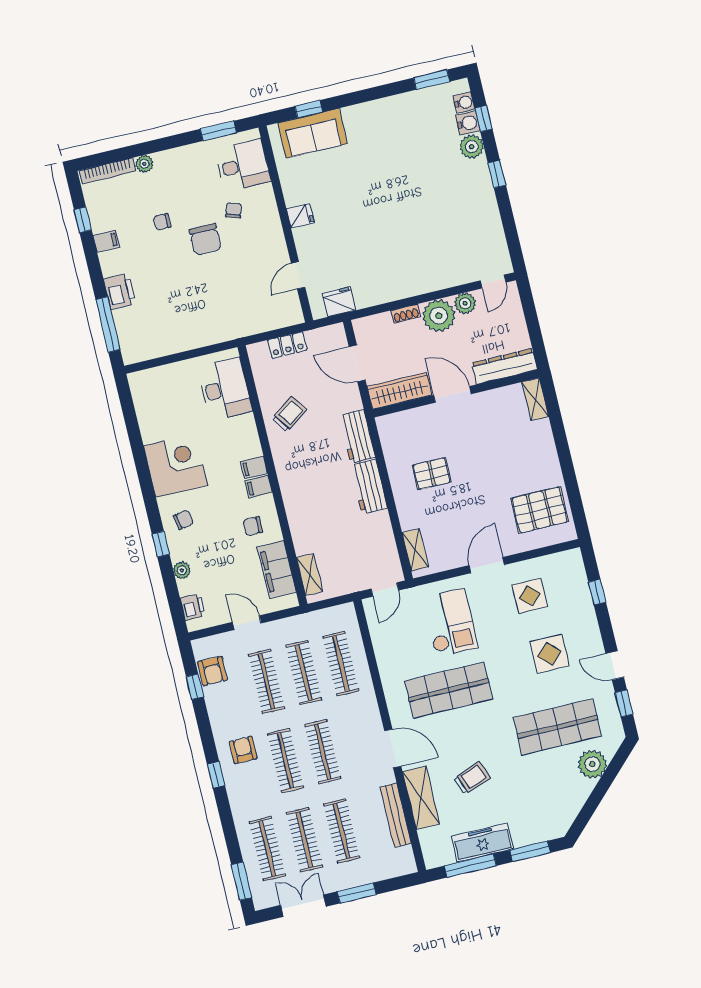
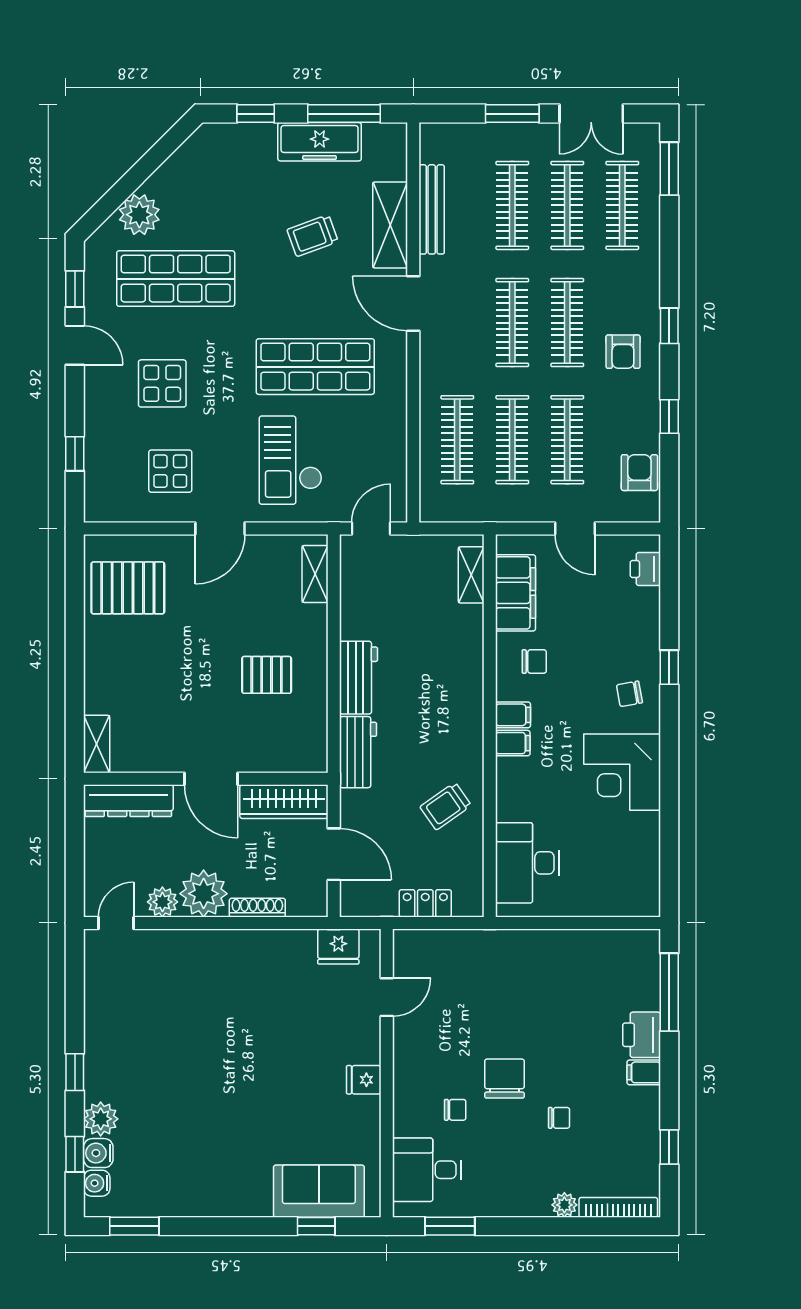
chair: (234, 210) -> (455, 1110), turned -109
filing cabinet: (106, 241) -> (644, 1072), moved
shoe rack: (406, 314) -> (257, 908), width x1.43
plant: (182, 570) -> (648, 624), removed
window: (195, 687) -> (669, 416), moved
window: (530, 851) -> (256, 114), width x0.67

